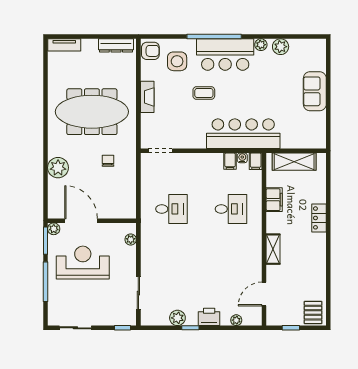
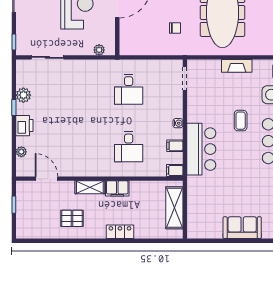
bar counter: (243, 134) -> (201, 149), width x0.73
water cooler: (242, 158) -> (178, 123), moved
filing cabinet: (274, 200) -> (117, 188), moved
pallet: (313, 313) -> (72, 218), moved

